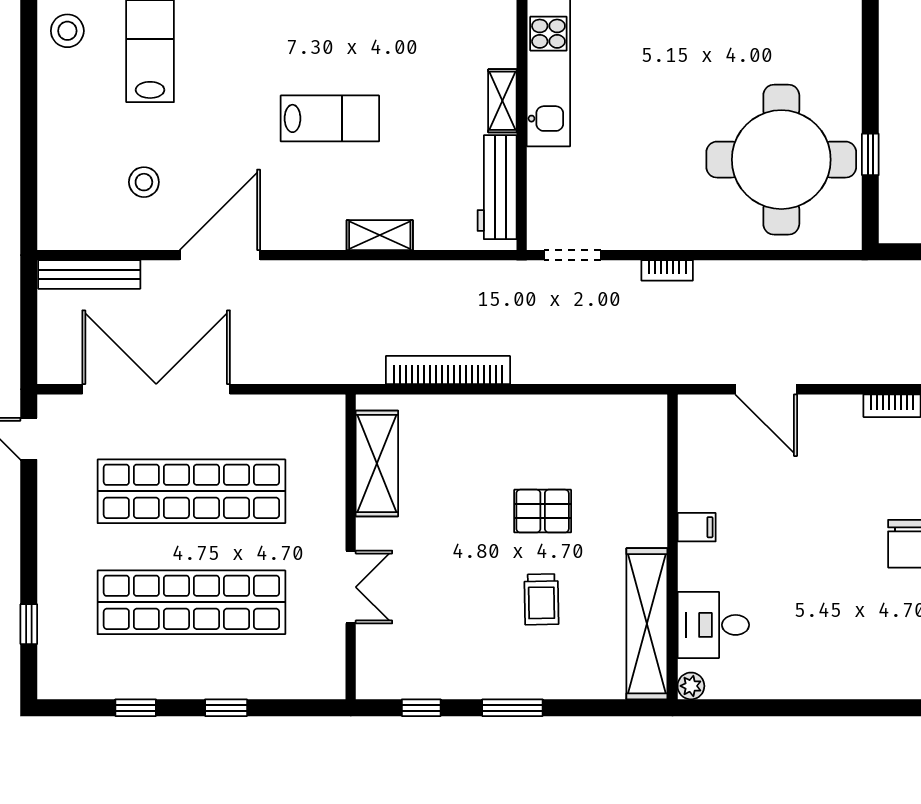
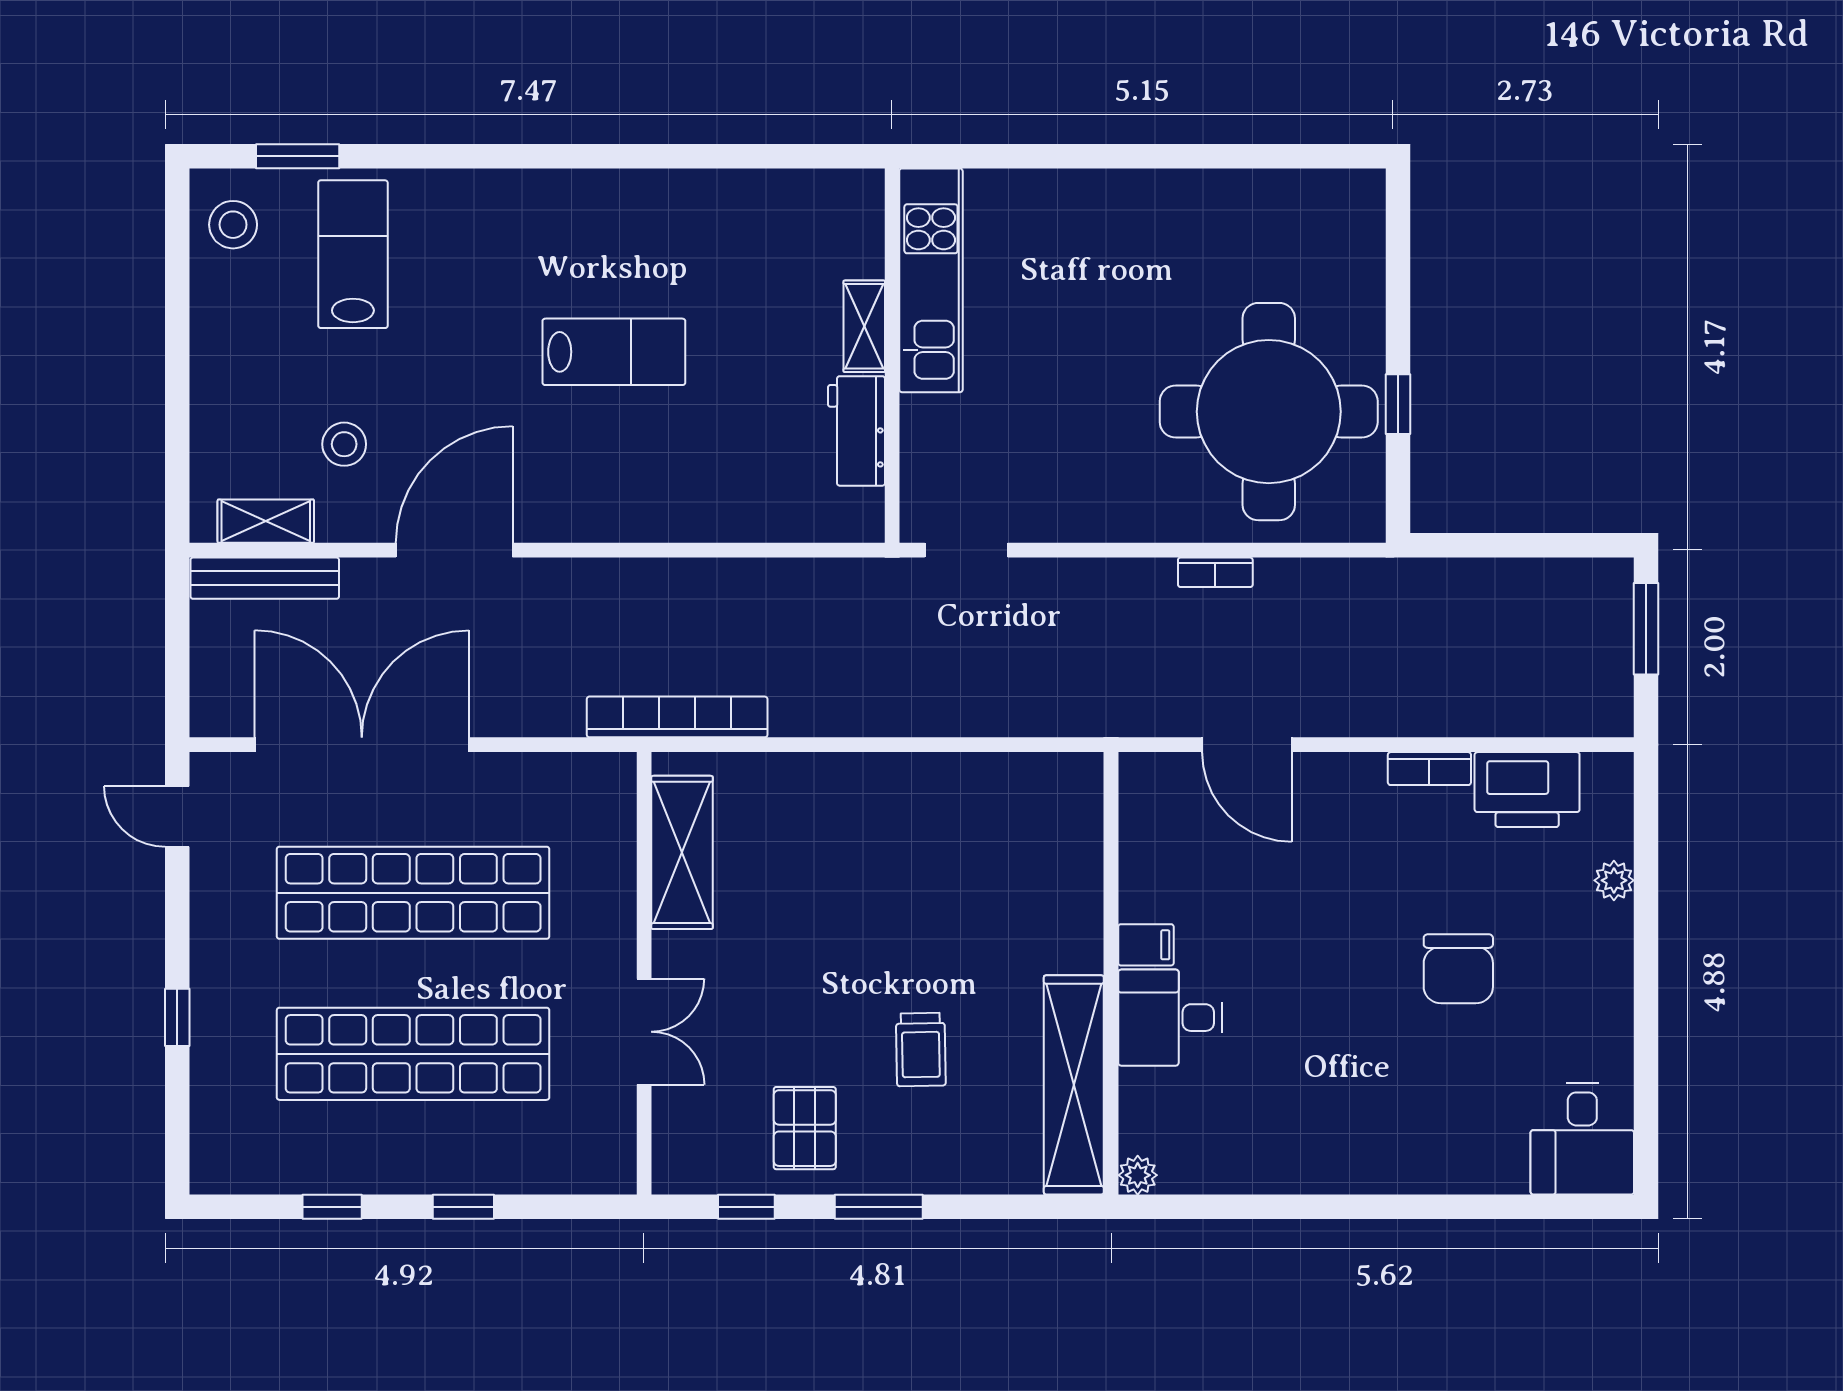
workbench: (497, 187) -> (856, 431), width x0.73
shelving: (380, 235) -> (266, 521), moved
bookcase: (667, 270) -> (1215, 572), moved
bookcase: (448, 370) -> (677, 717), moved
pallet: (543, 511) -> (805, 1128), moved, turned 90
window: (29, 624) -> (177, 1017), moved
desk: (713, 625) -> (1170, 1018), moved

